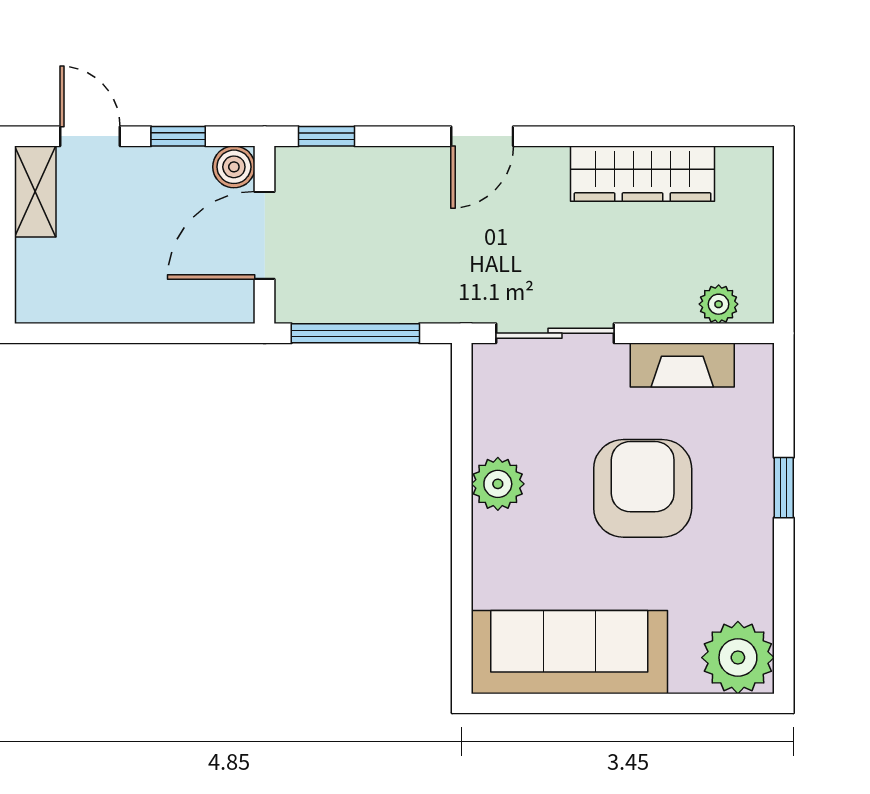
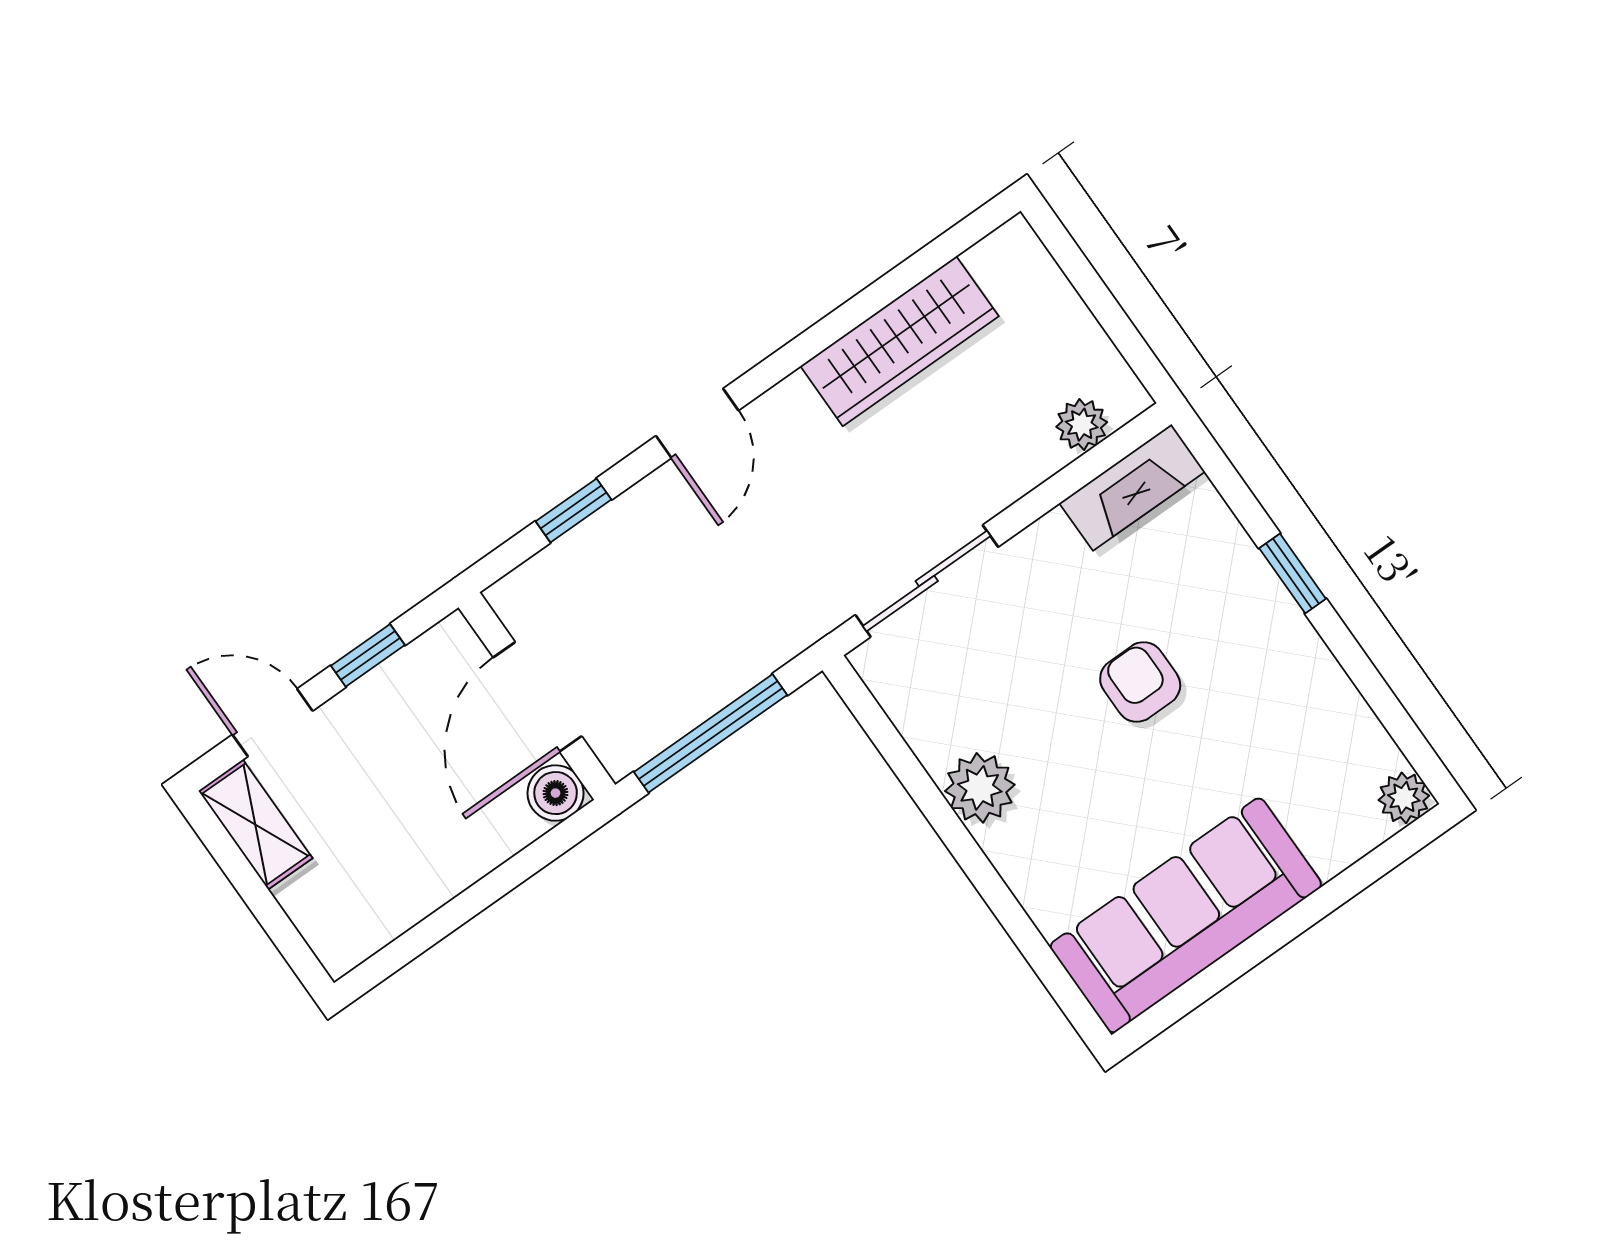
window: (326, 136) -> (573, 510), moved
boiler: (234, 167) -> (556, 793), moved
fireplace: (682, 365) -> (1132, 487), moved
armchair: (643, 488) -> (1140, 682), width x0.53, depth x0.53
plant: (738, 658) -> (1404, 798), width x0.53, depth x0.53

